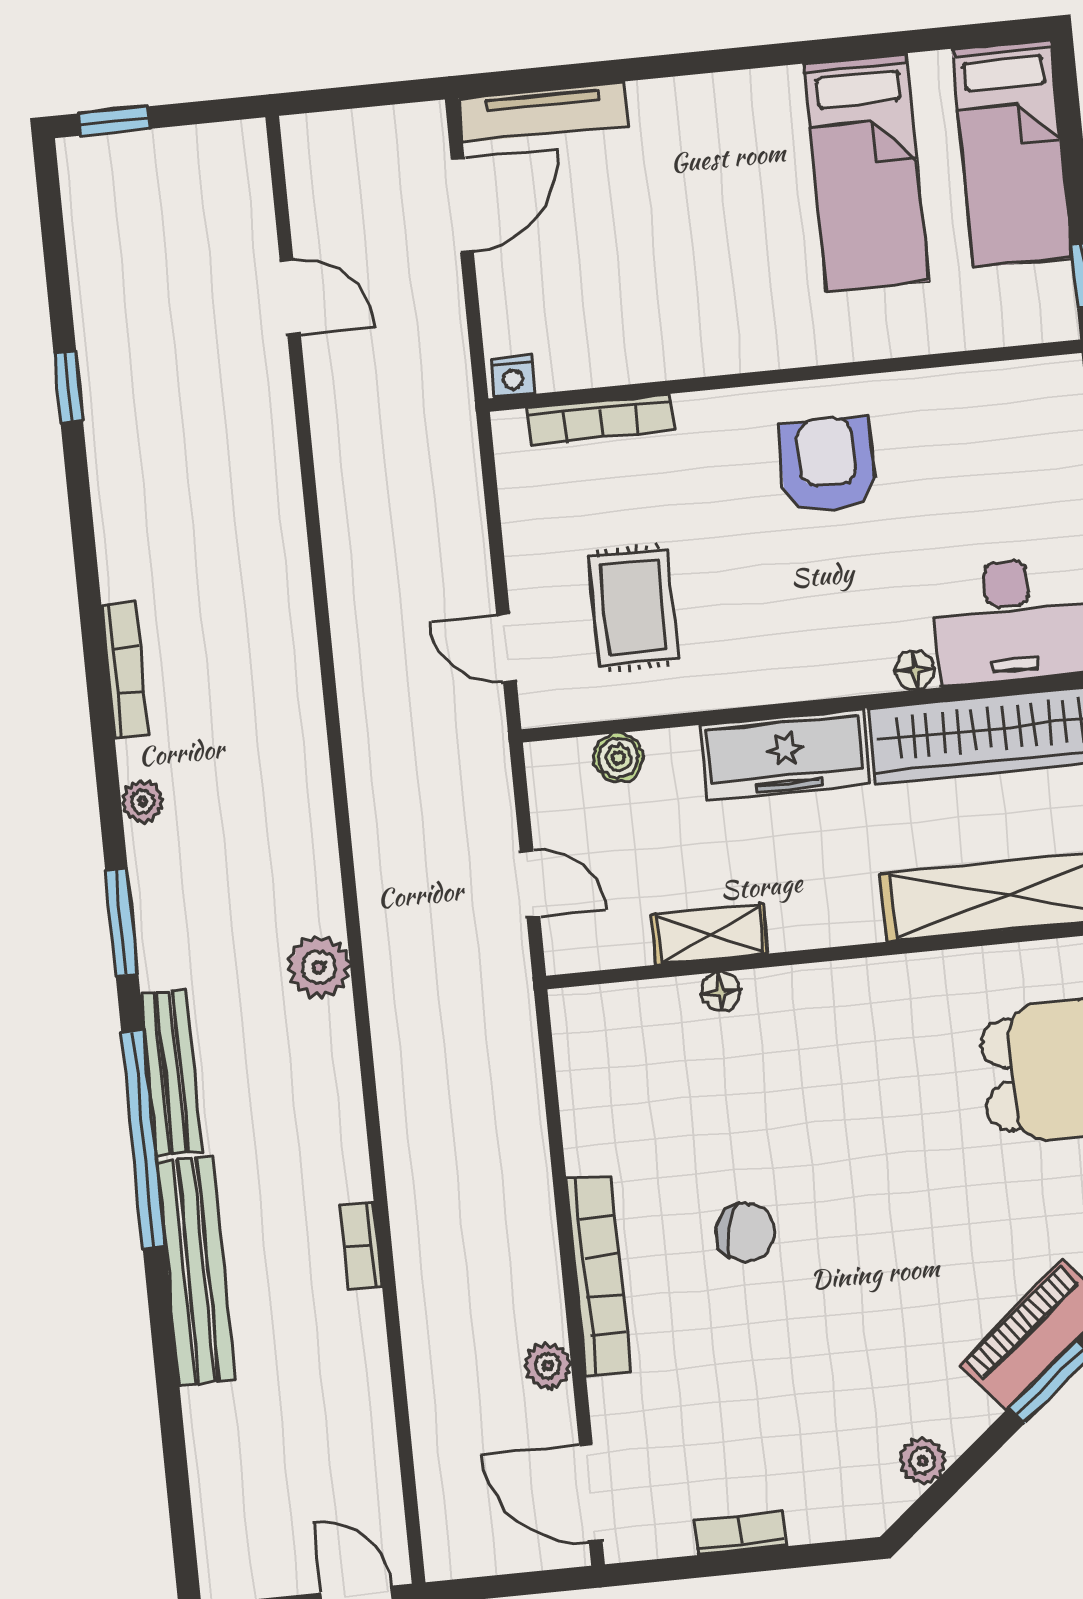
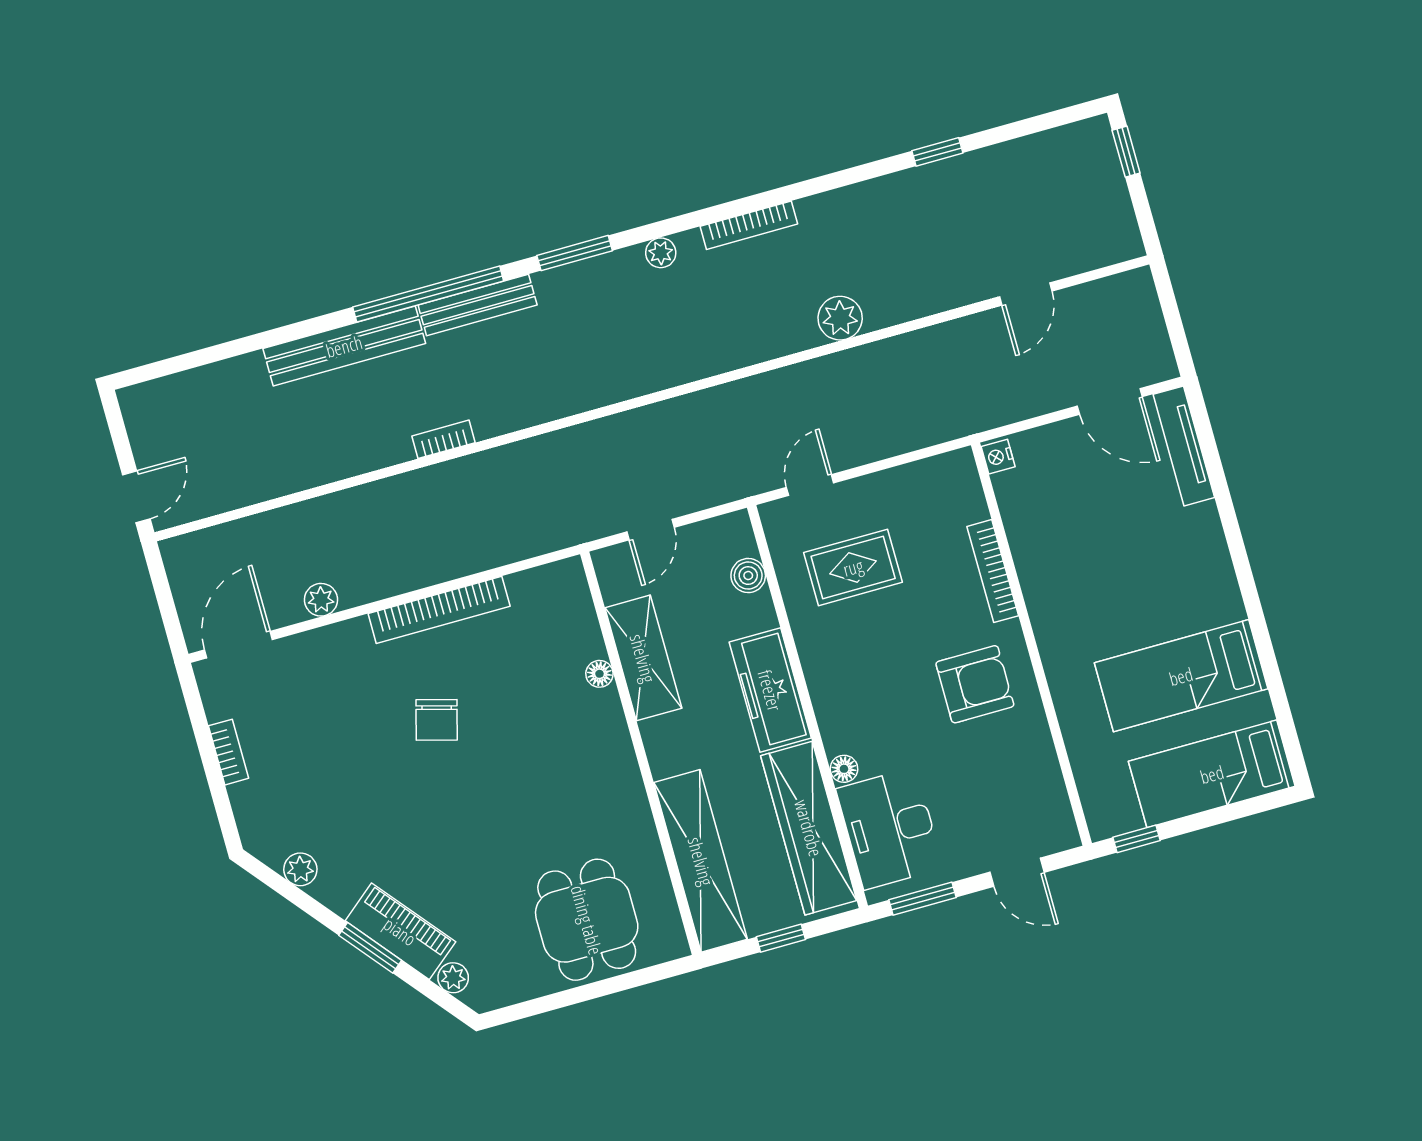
bookcase: (601, 419) -> (993, 571), moved
shelving: (710, 934) -> (643, 658), width x1.50, depth x1.33
plant: (319, 967) -> (840, 318), moved
bookcase: (361, 1246) -> (443, 439), moved
bookcase: (599, 1276) -> (439, 610), moved

